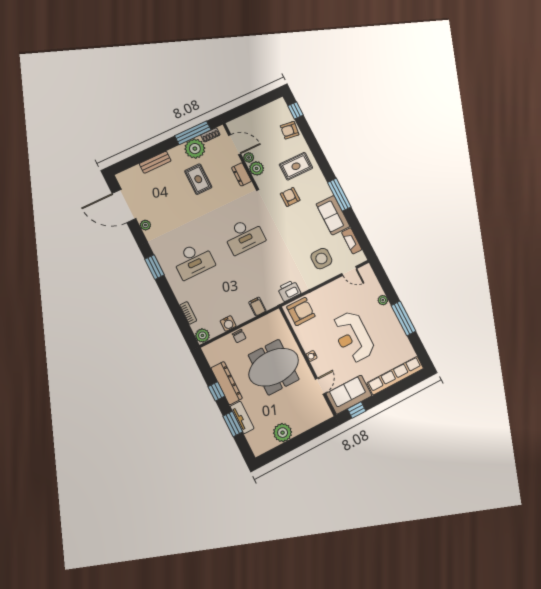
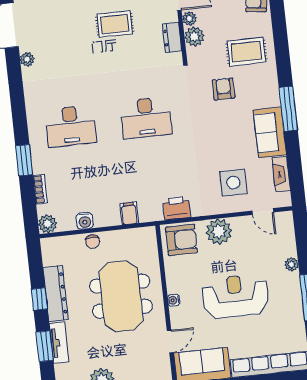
rug: (198, 179) -> (115, 24), turned 90
window: (154, 267) -> (24, 160), moved
plant: (324, 296) -> (219, 232), added
reception desk: (353, 337) -> (235, 296), turned 90
meeting table: (274, 367) -> (121, 296), turned 90

